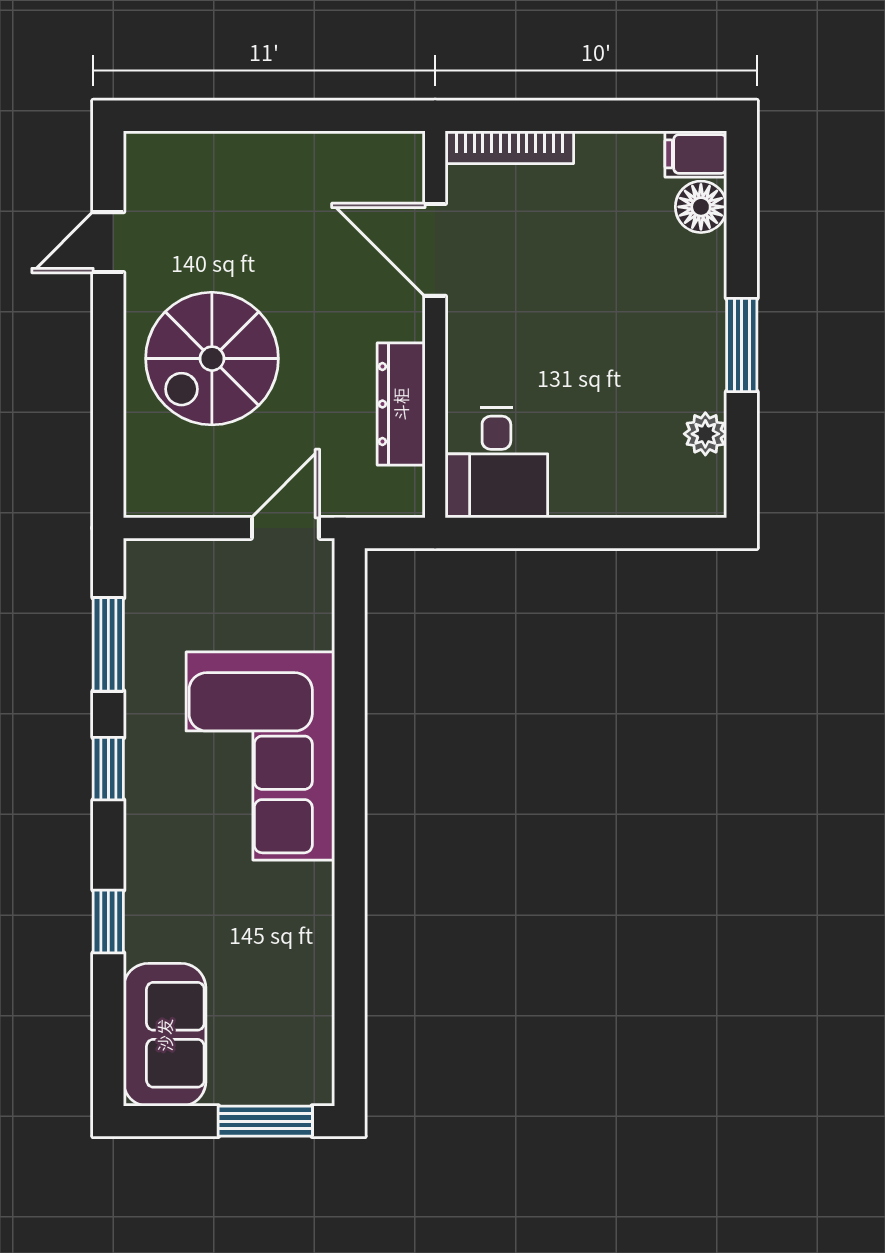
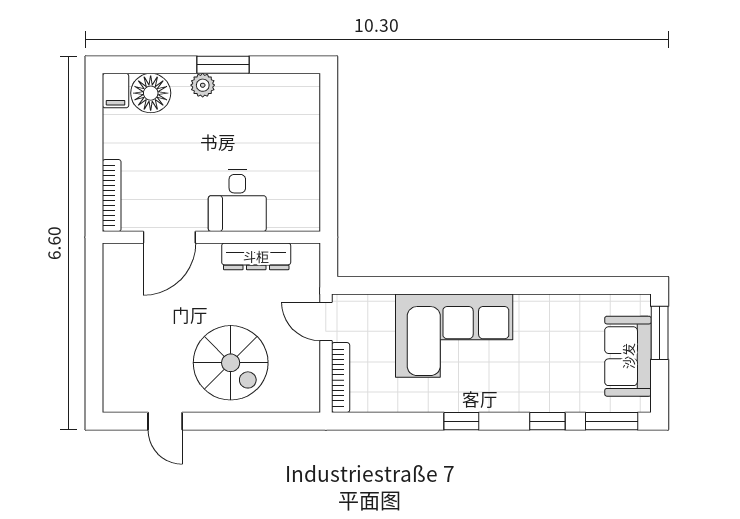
floor lamp: (701, 207) -> (151, 93), width x1.38, depth x1.38
plant: (705, 434) -> (203, 85), moved
desk: (496, 463) -> (237, 201), moved, turned 90
bookcase: (186, 554) -> (341, 378), added
window: (108, 644) -> (612, 421), moved
sofa: (165, 1035) -> (628, 356), moved, turned -90

